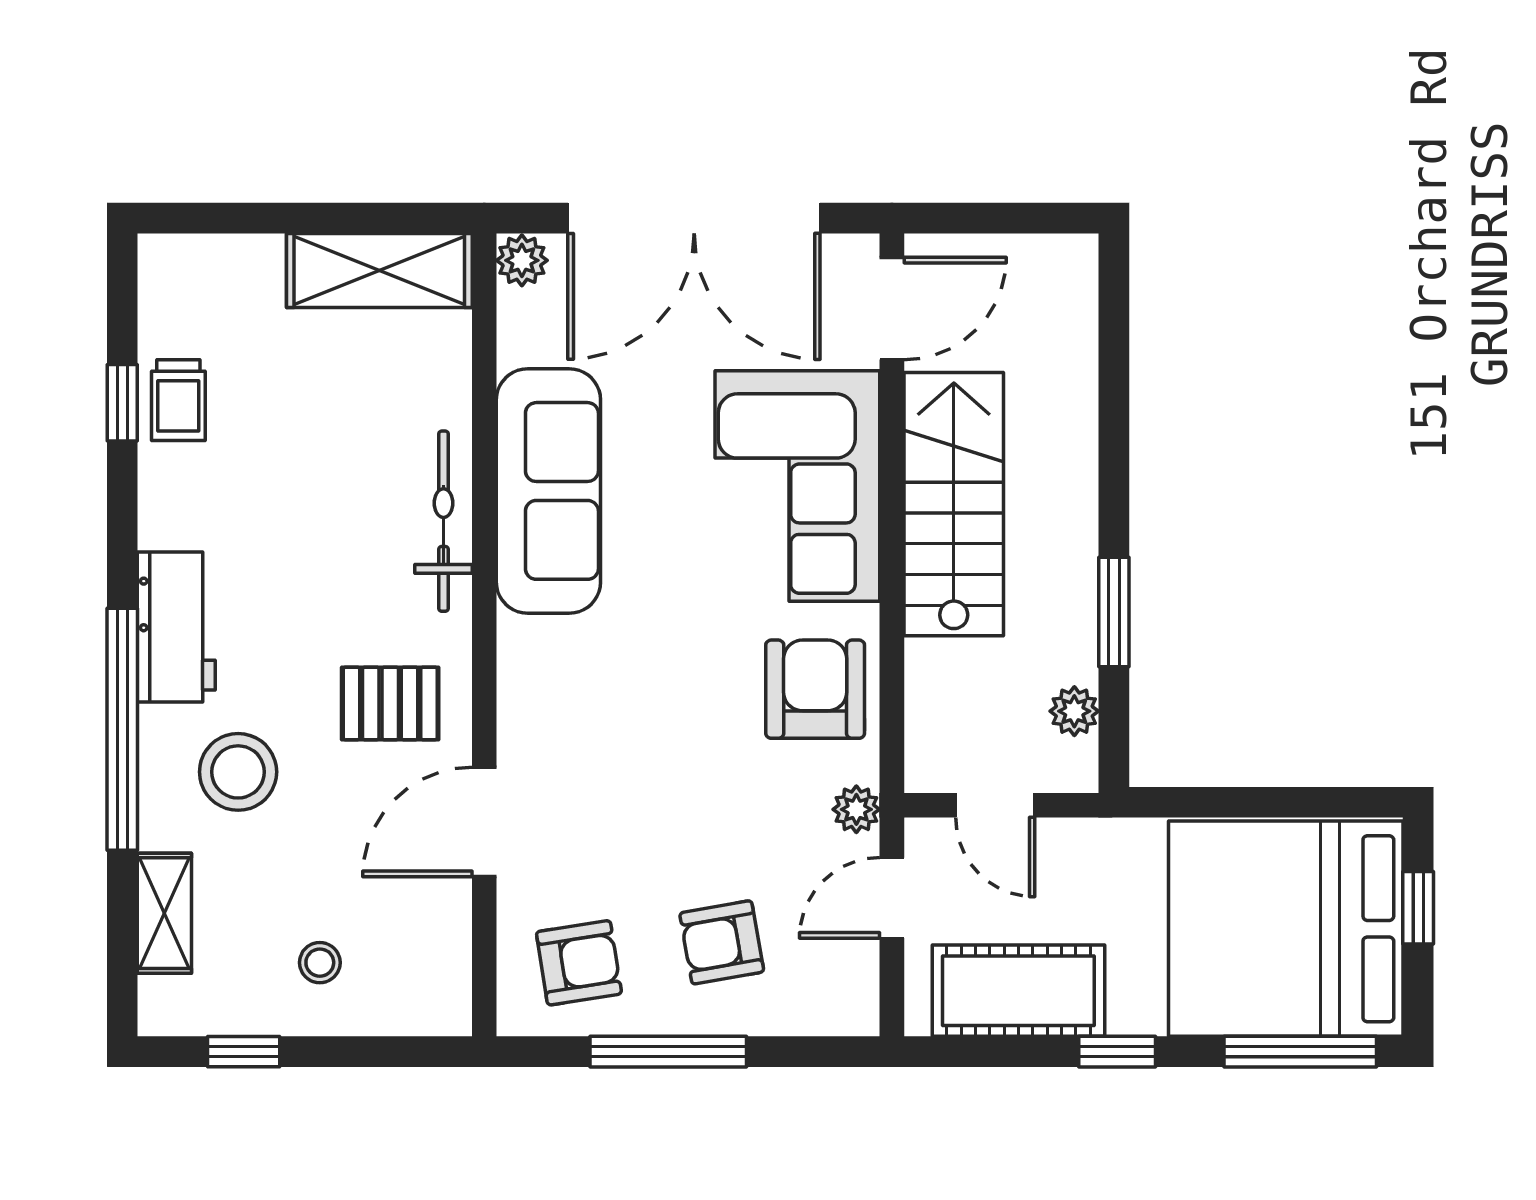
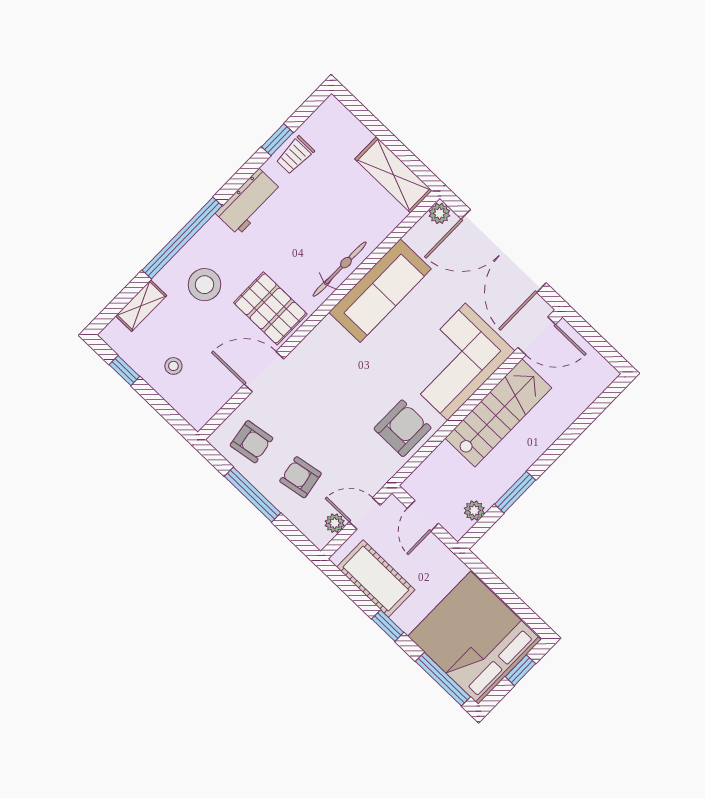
workbench: (176, 627) -> (249, 202), moved
pallet: (390, 703) -> (270, 308), width x1.50, depth x1.42
plant: (856, 809) -> (335, 523), moved

